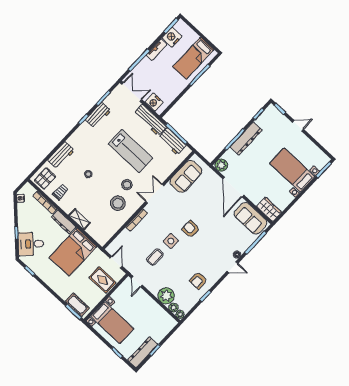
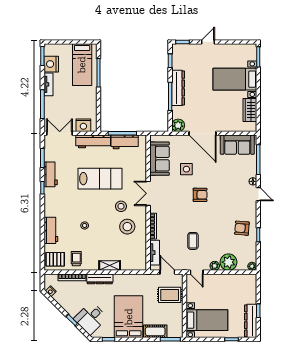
pallet: (45, 178) -> (55, 259), turned 90
wardrobe: (269, 209) -> (250, 110), moved, turned -90
armchair: (191, 229) -> (200, 195), turned 180
tv unit: (120, 240) -> (155, 253), added
side table: (171, 241) -> (186, 169), moved
bed: (73, 252) -> (129, 317), moved, turned 180
door: (232, 267) -> (258, 194), hinge flipped
armchair: (198, 281) -> (242, 228), turned 95
cot: (77, 305) -> (155, 331), moved
plant: (174, 308) -> (215, 266), moved

